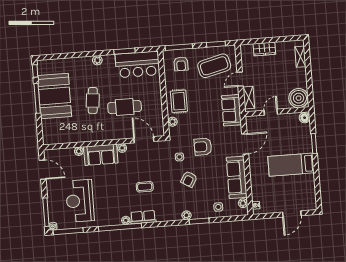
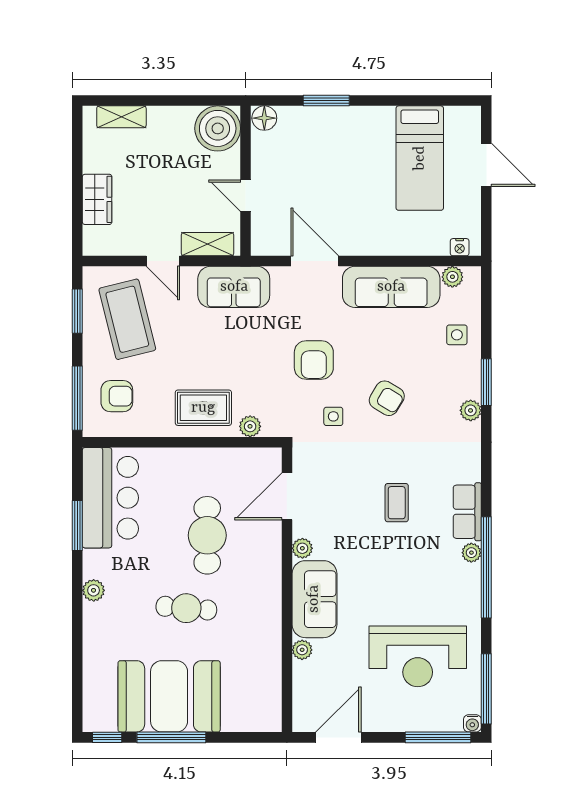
bed: (291, 165) -> (420, 158), moved

